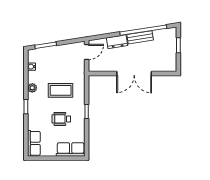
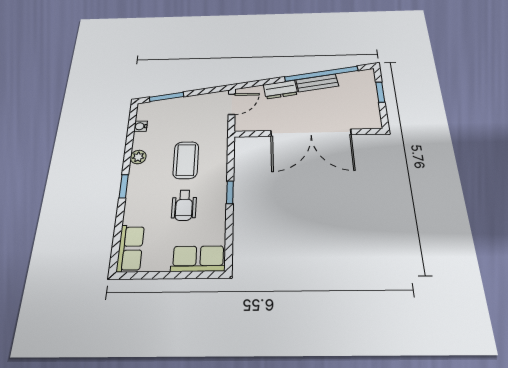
double door: (134, 73) -> (311, 133), width x1.36
coffee table: (61, 90) -> (186, 160), turned 90
wheelchair: (61, 119) -> (184, 205), turned -90

